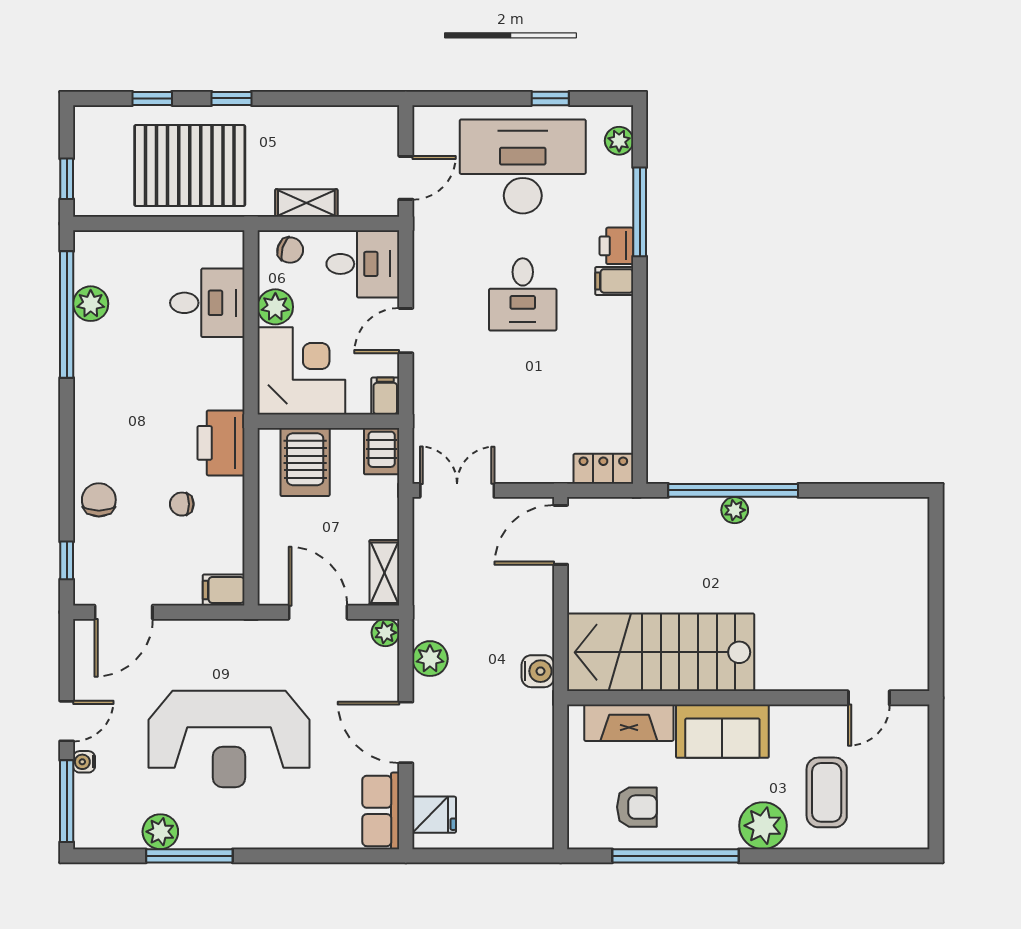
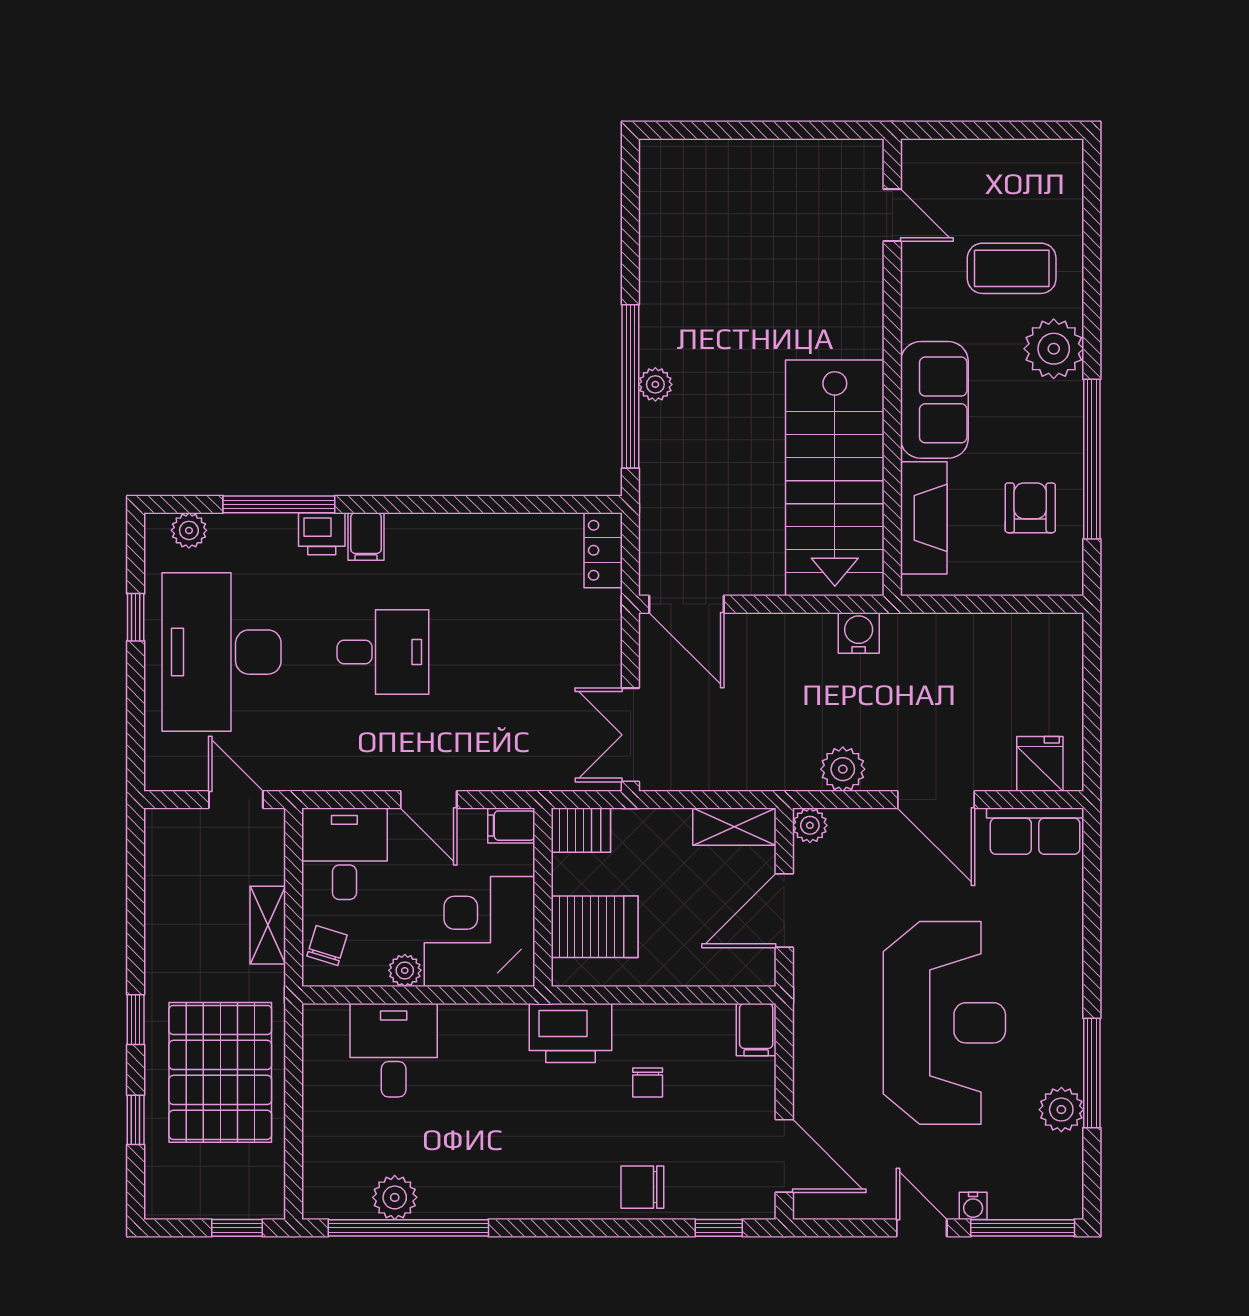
plant: (275, 307) -> (405, 970), width x0.73, depth x0.73
door: (406, 732) -> (936, 800), hinge flipped

